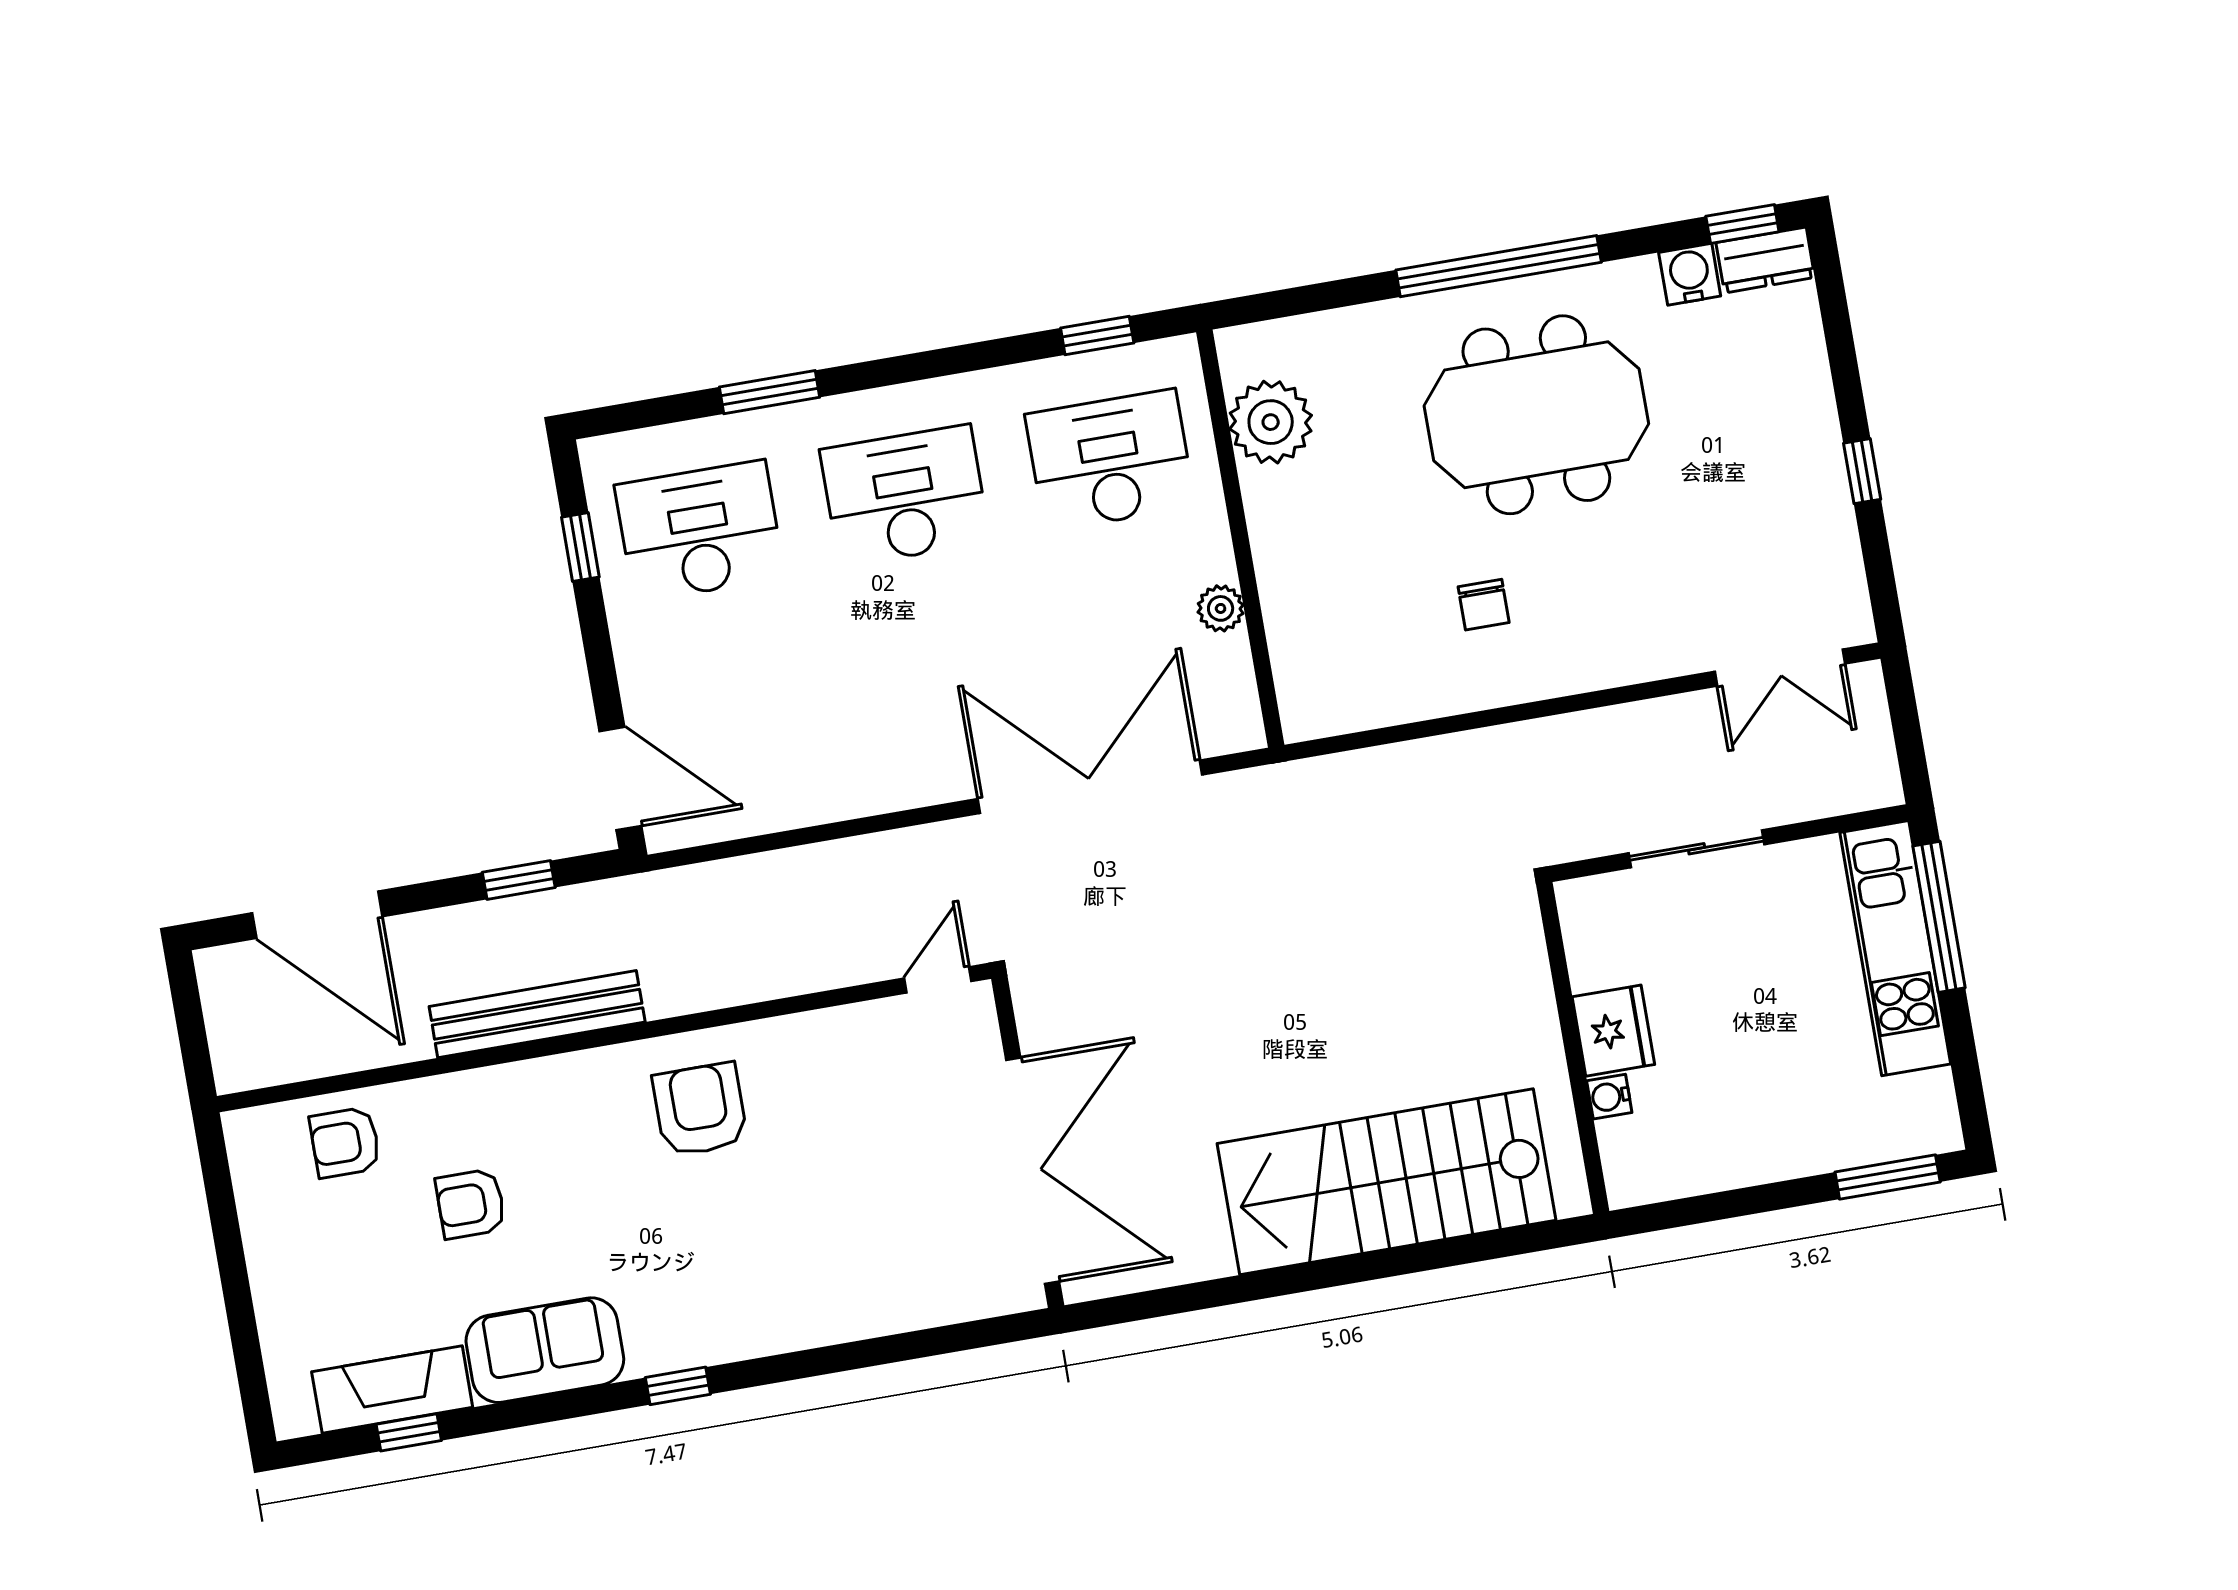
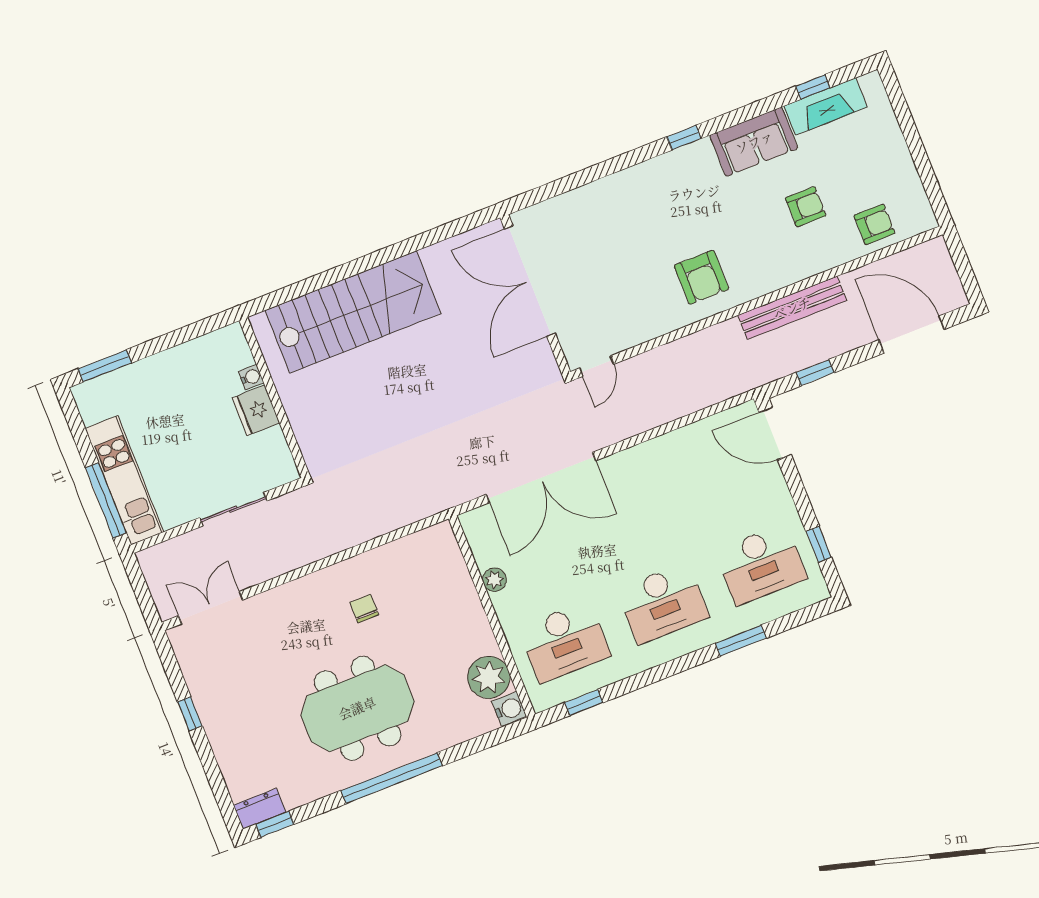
water cooler: (1690, 274) -> (509, 709), moved, turned -90

